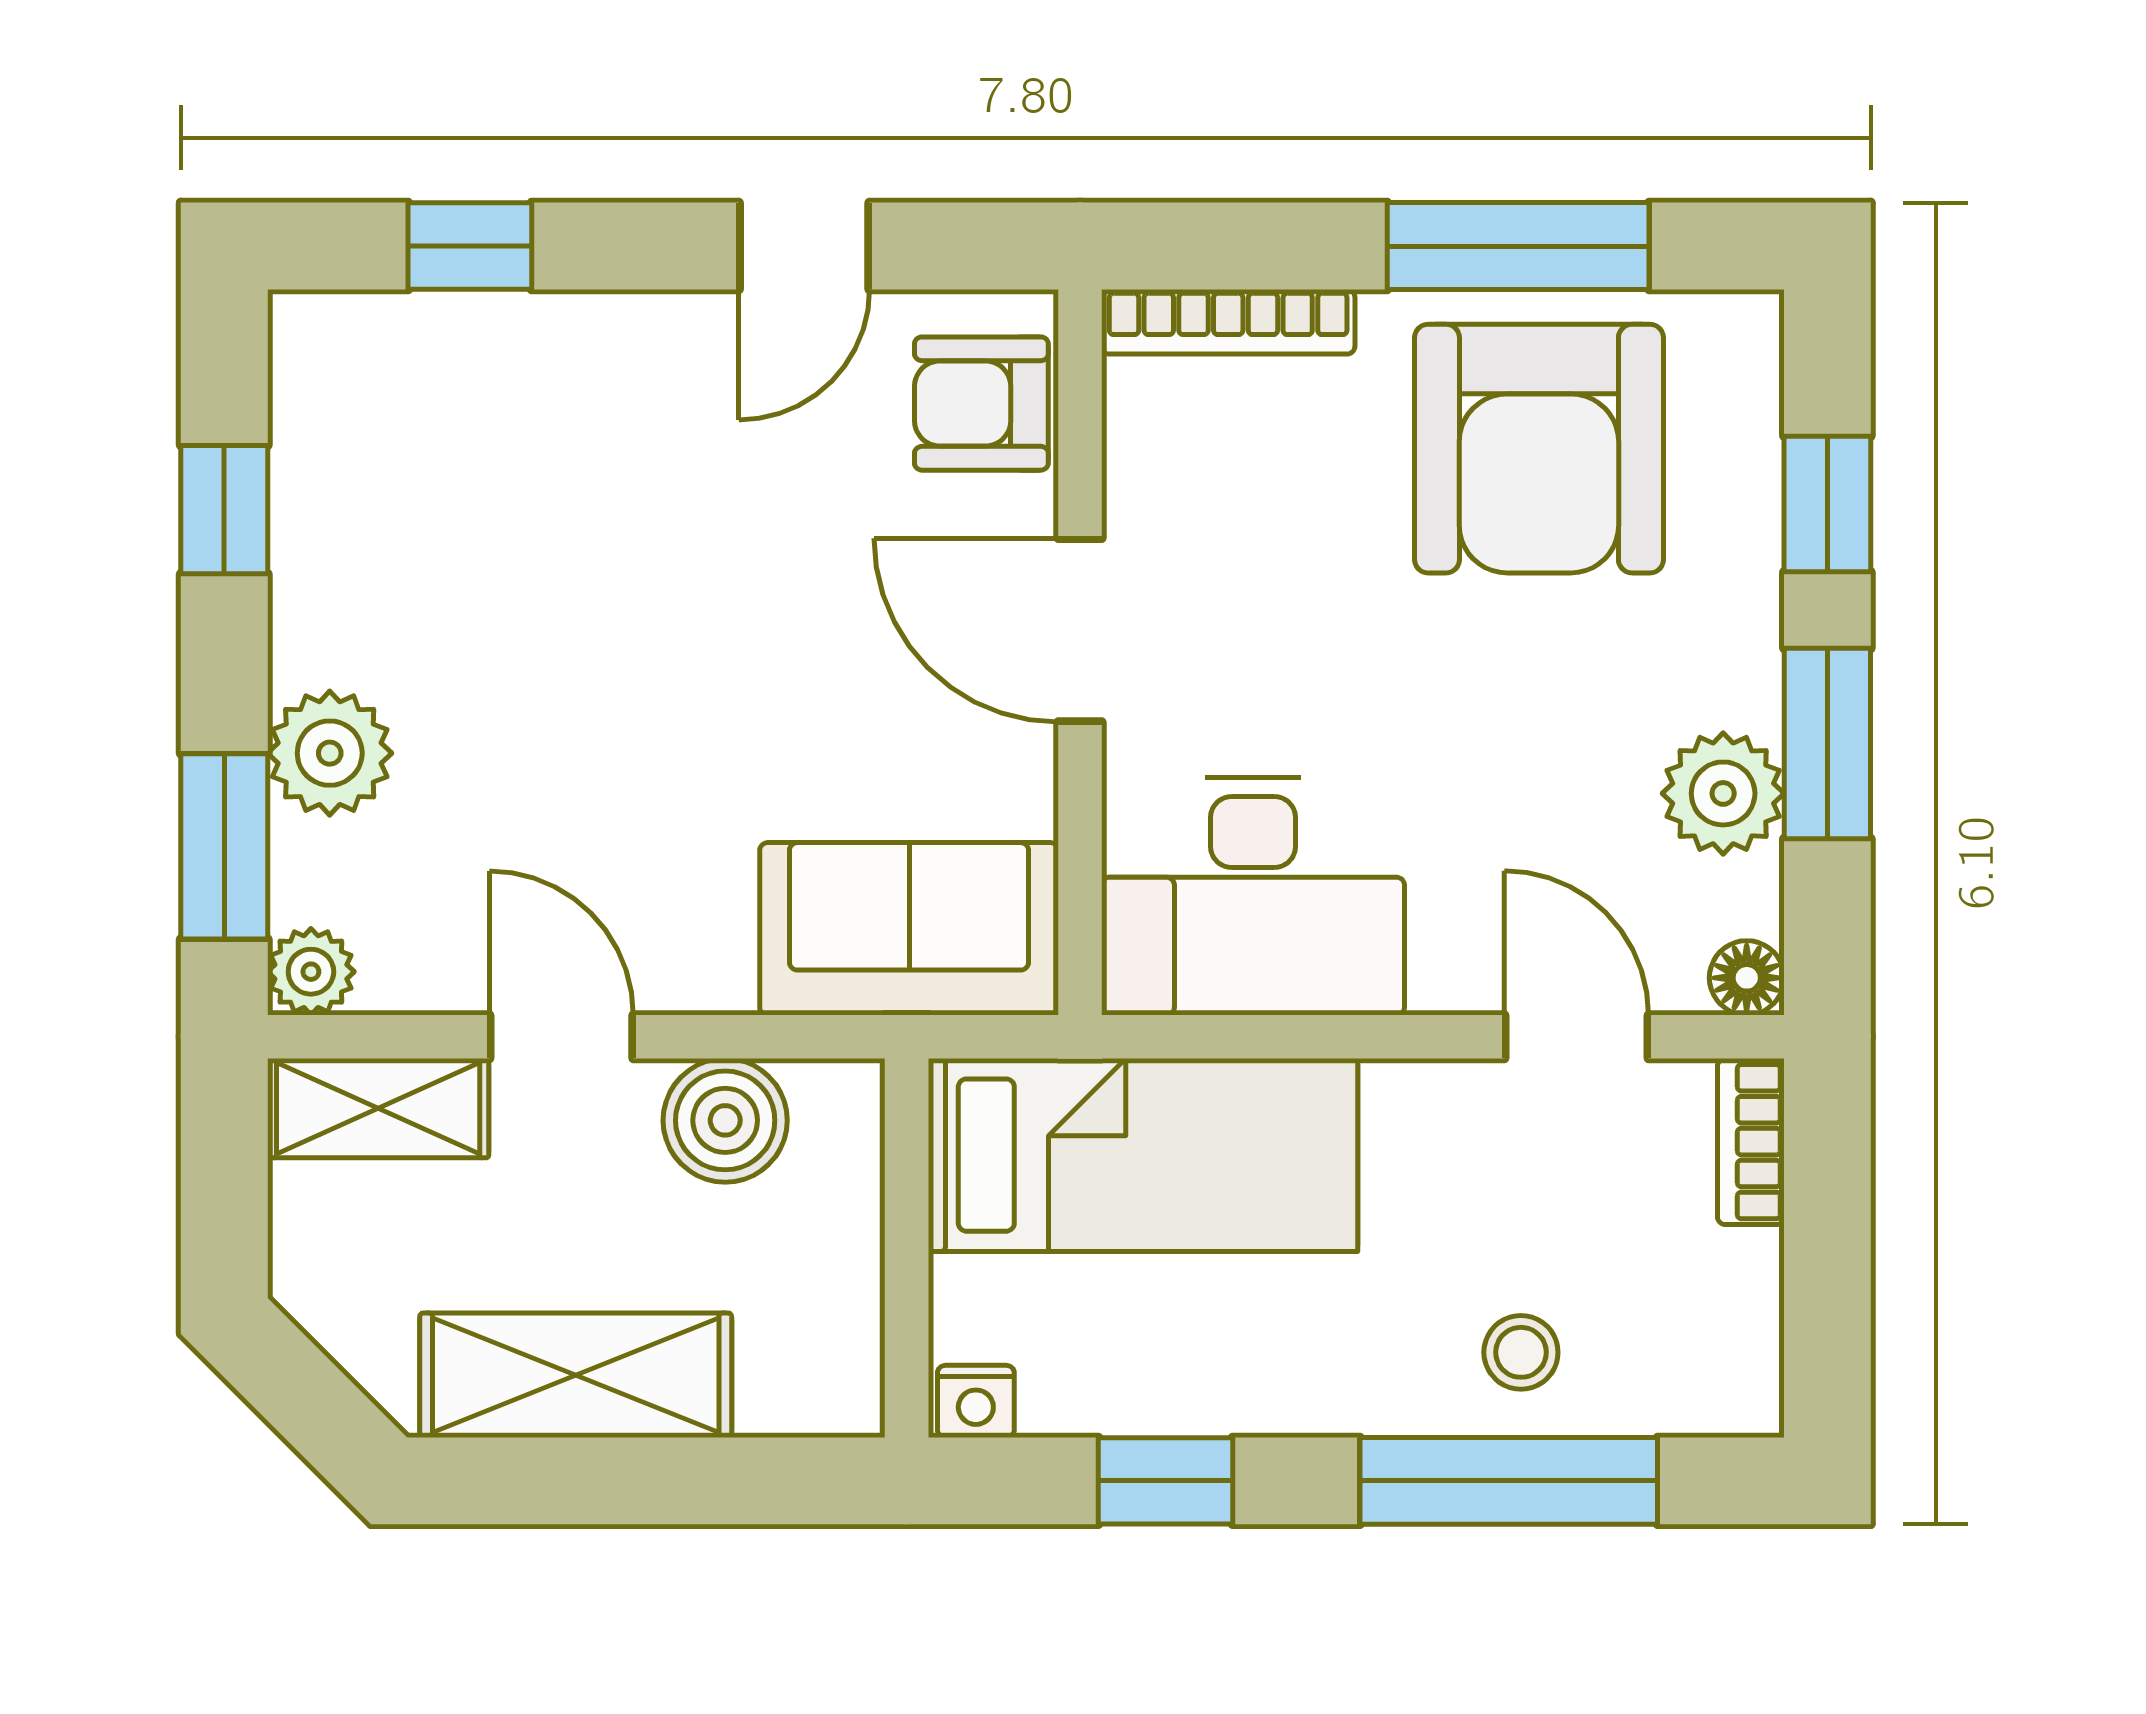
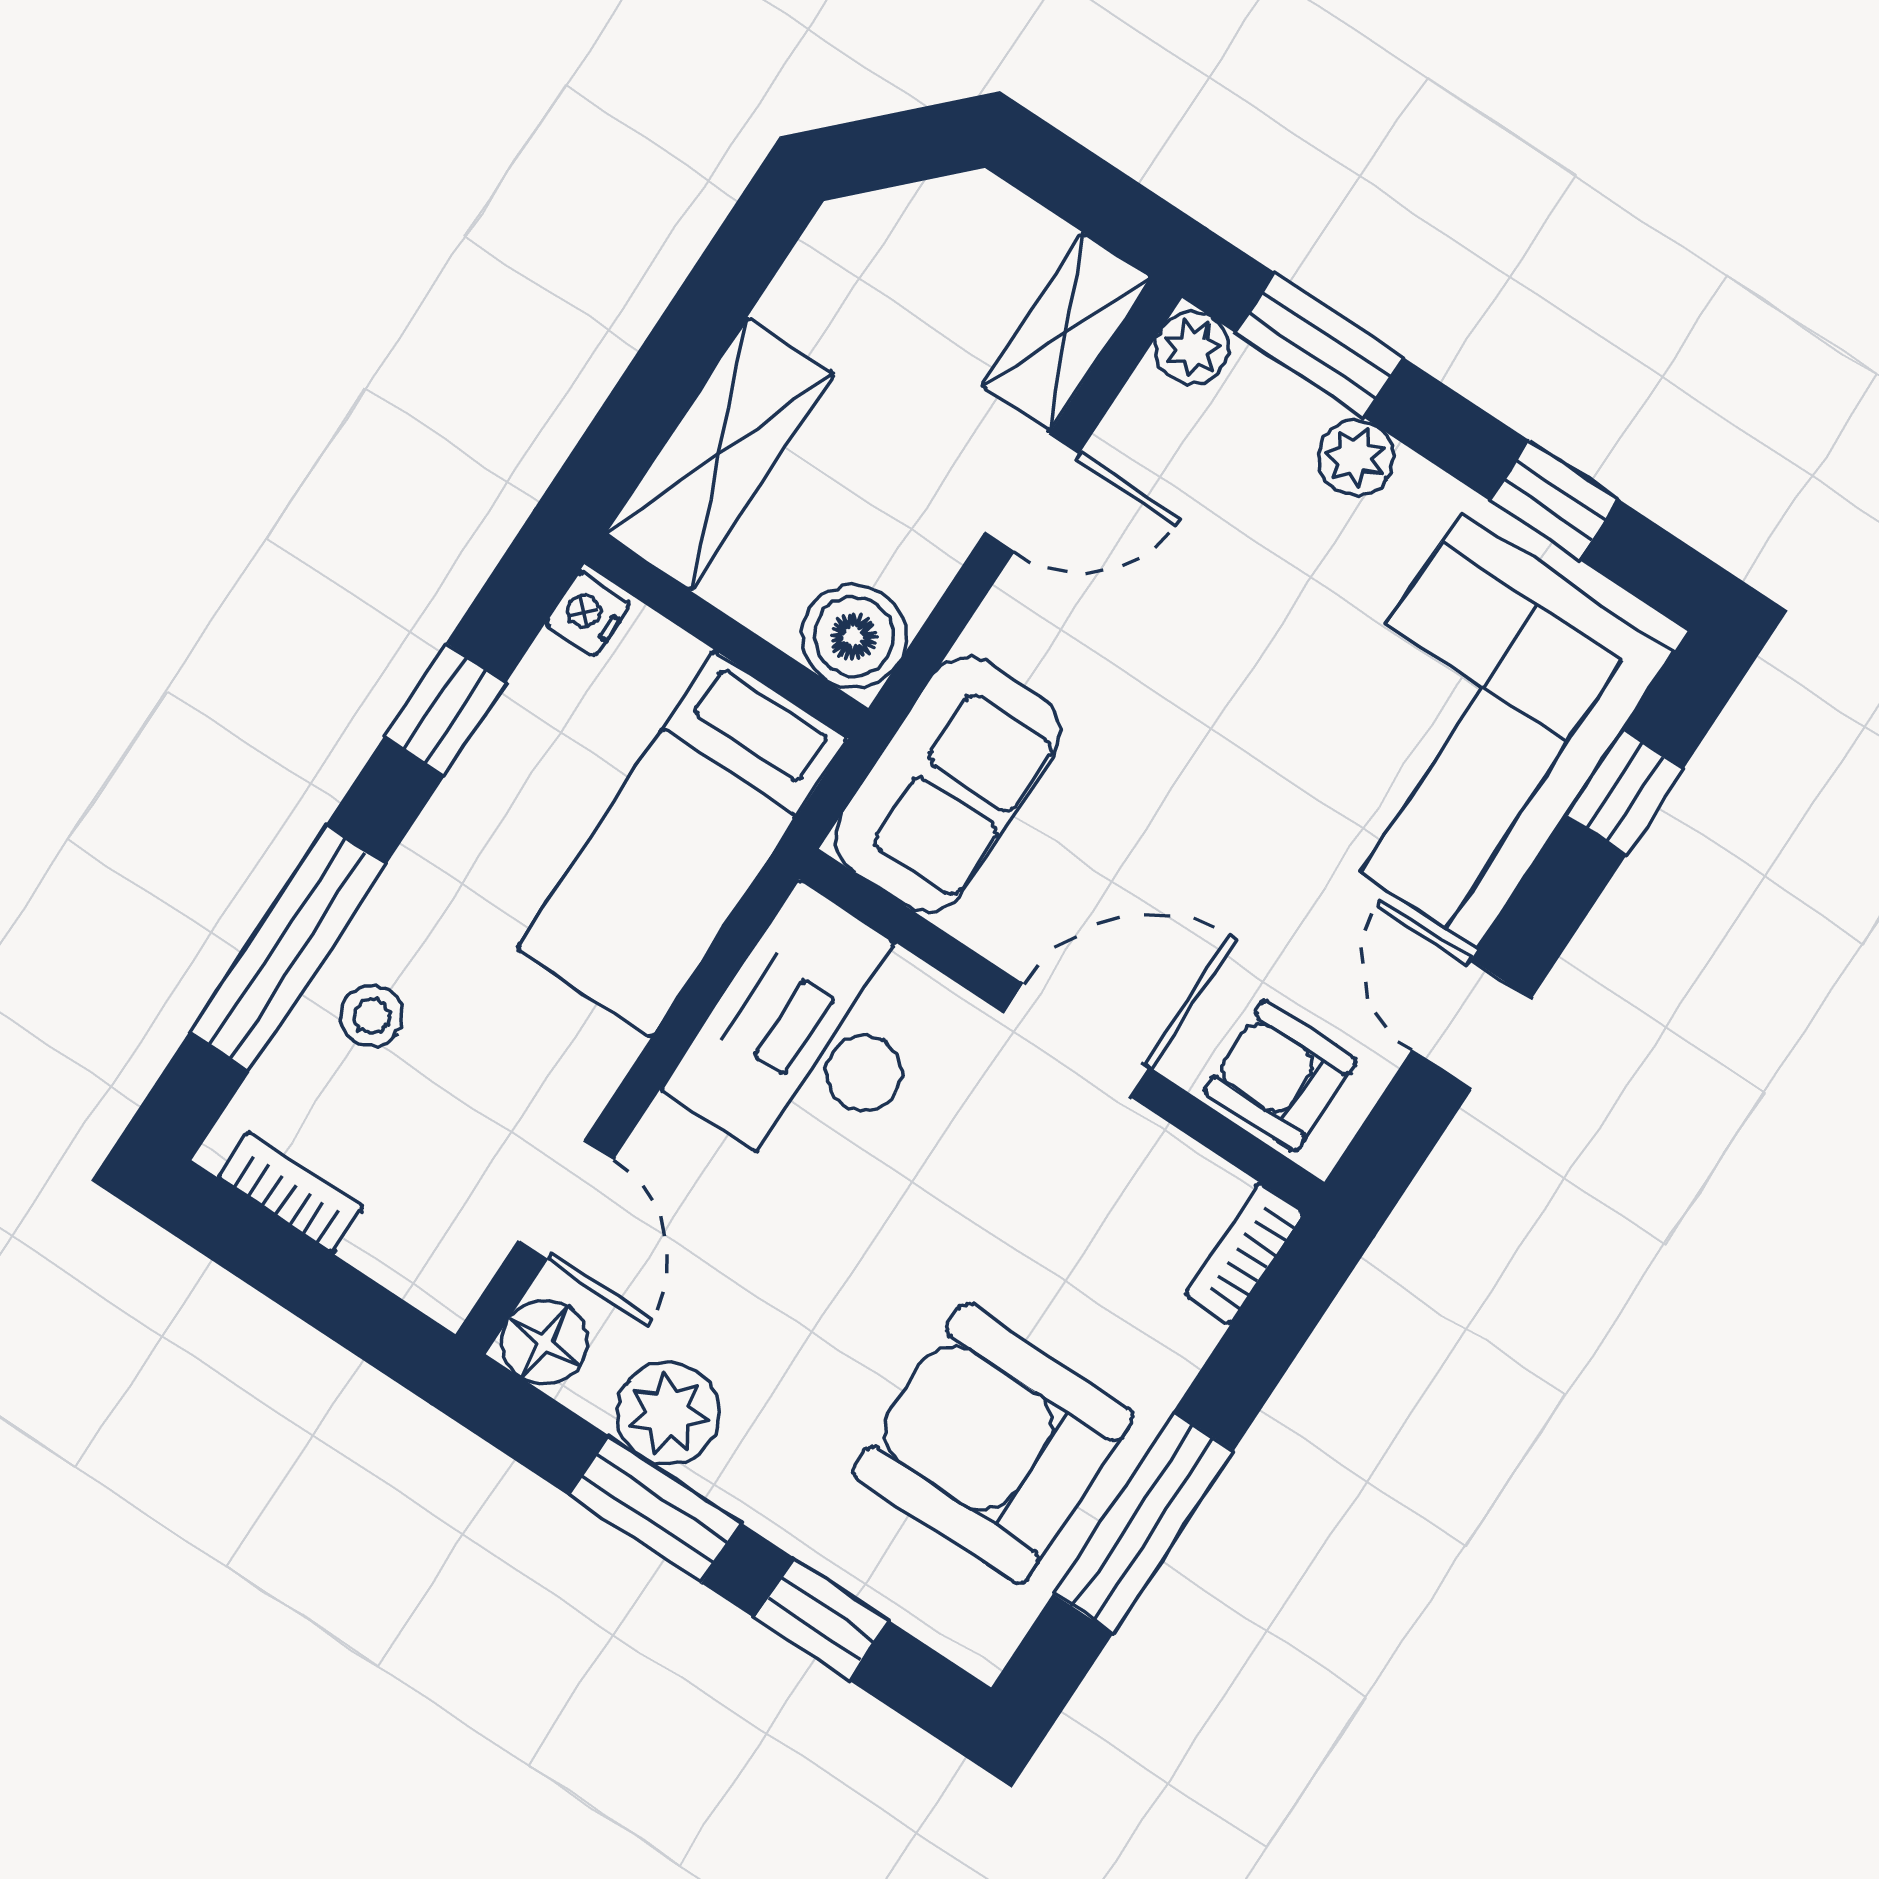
bookcase: (1228, 322) -> (1245, 1254), width x0.64
armchair: (981, 404) -> (1280, 1076), turned -90
corner sofa: (511, 442) -> (1470, 730), added
plant: (330, 753) -> (1356, 458), width x0.73, depth x0.73
floor lamp: (1747, 978) -> (545, 1342), width x1.37, depth x1.37
door: (1577, 1037) -> (566, 1200), hinge flipped
boiler: (725, 1120) -> (854, 636), moved
bookcase: (1751, 1142) -> (291, 1192), moved
shelving: (576, 1375) -> (719, 454), moved

